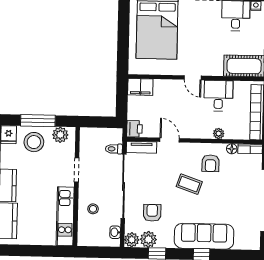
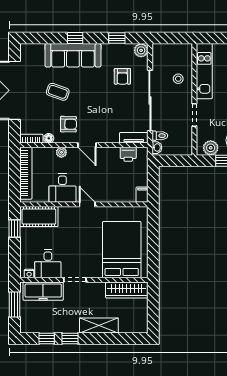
filing cabinet: (140, 87) -> (142, 195), width x0.50
printer: (134, 129) -> (128, 154), moved, turned -90
door: (170, 140) -> (87, 145), moved
armchair: (210, 163) -> (68, 124), turned 91
coffee table: (189, 184) -> (58, 92), moved
washbasin: (115, 232) -> (157, 148), moved
plant: (148, 239) -> (125, 51), removed

